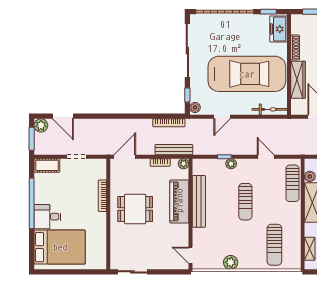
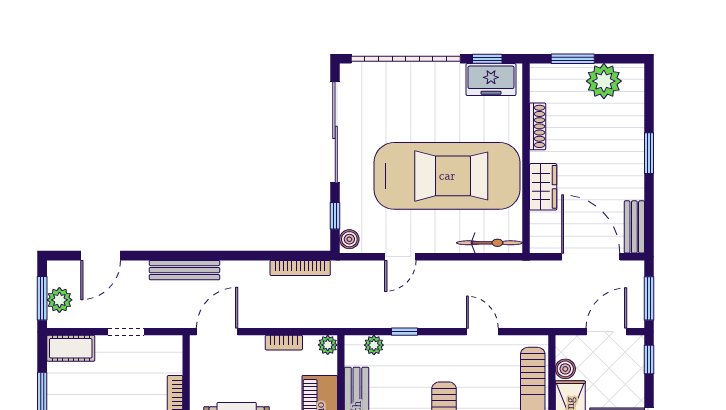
freezer: (278, 29) -> (491, 80), moved, turned -90
wardrobe: (298, 80) -> (543, 187), width x0.67
door: (63, 116) -> (101, 256), hinge flipped
plant: (41, 125) -> (59, 300), moved
bench: (174, 150) -> (184, 270), moved
plant: (231, 164) -> (374, 345), moved

